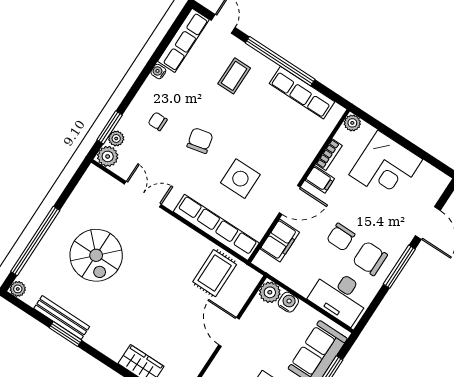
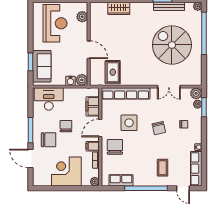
row of seats: (302, 93) -> (121, 180), width x0.68
chair: (286, 156) -> (115, 147), added
spiral stairs: (96, 255) -> (172, 45), width x1.37, depth x1.37
chair: (370, 258) -> (49, 140), moved

